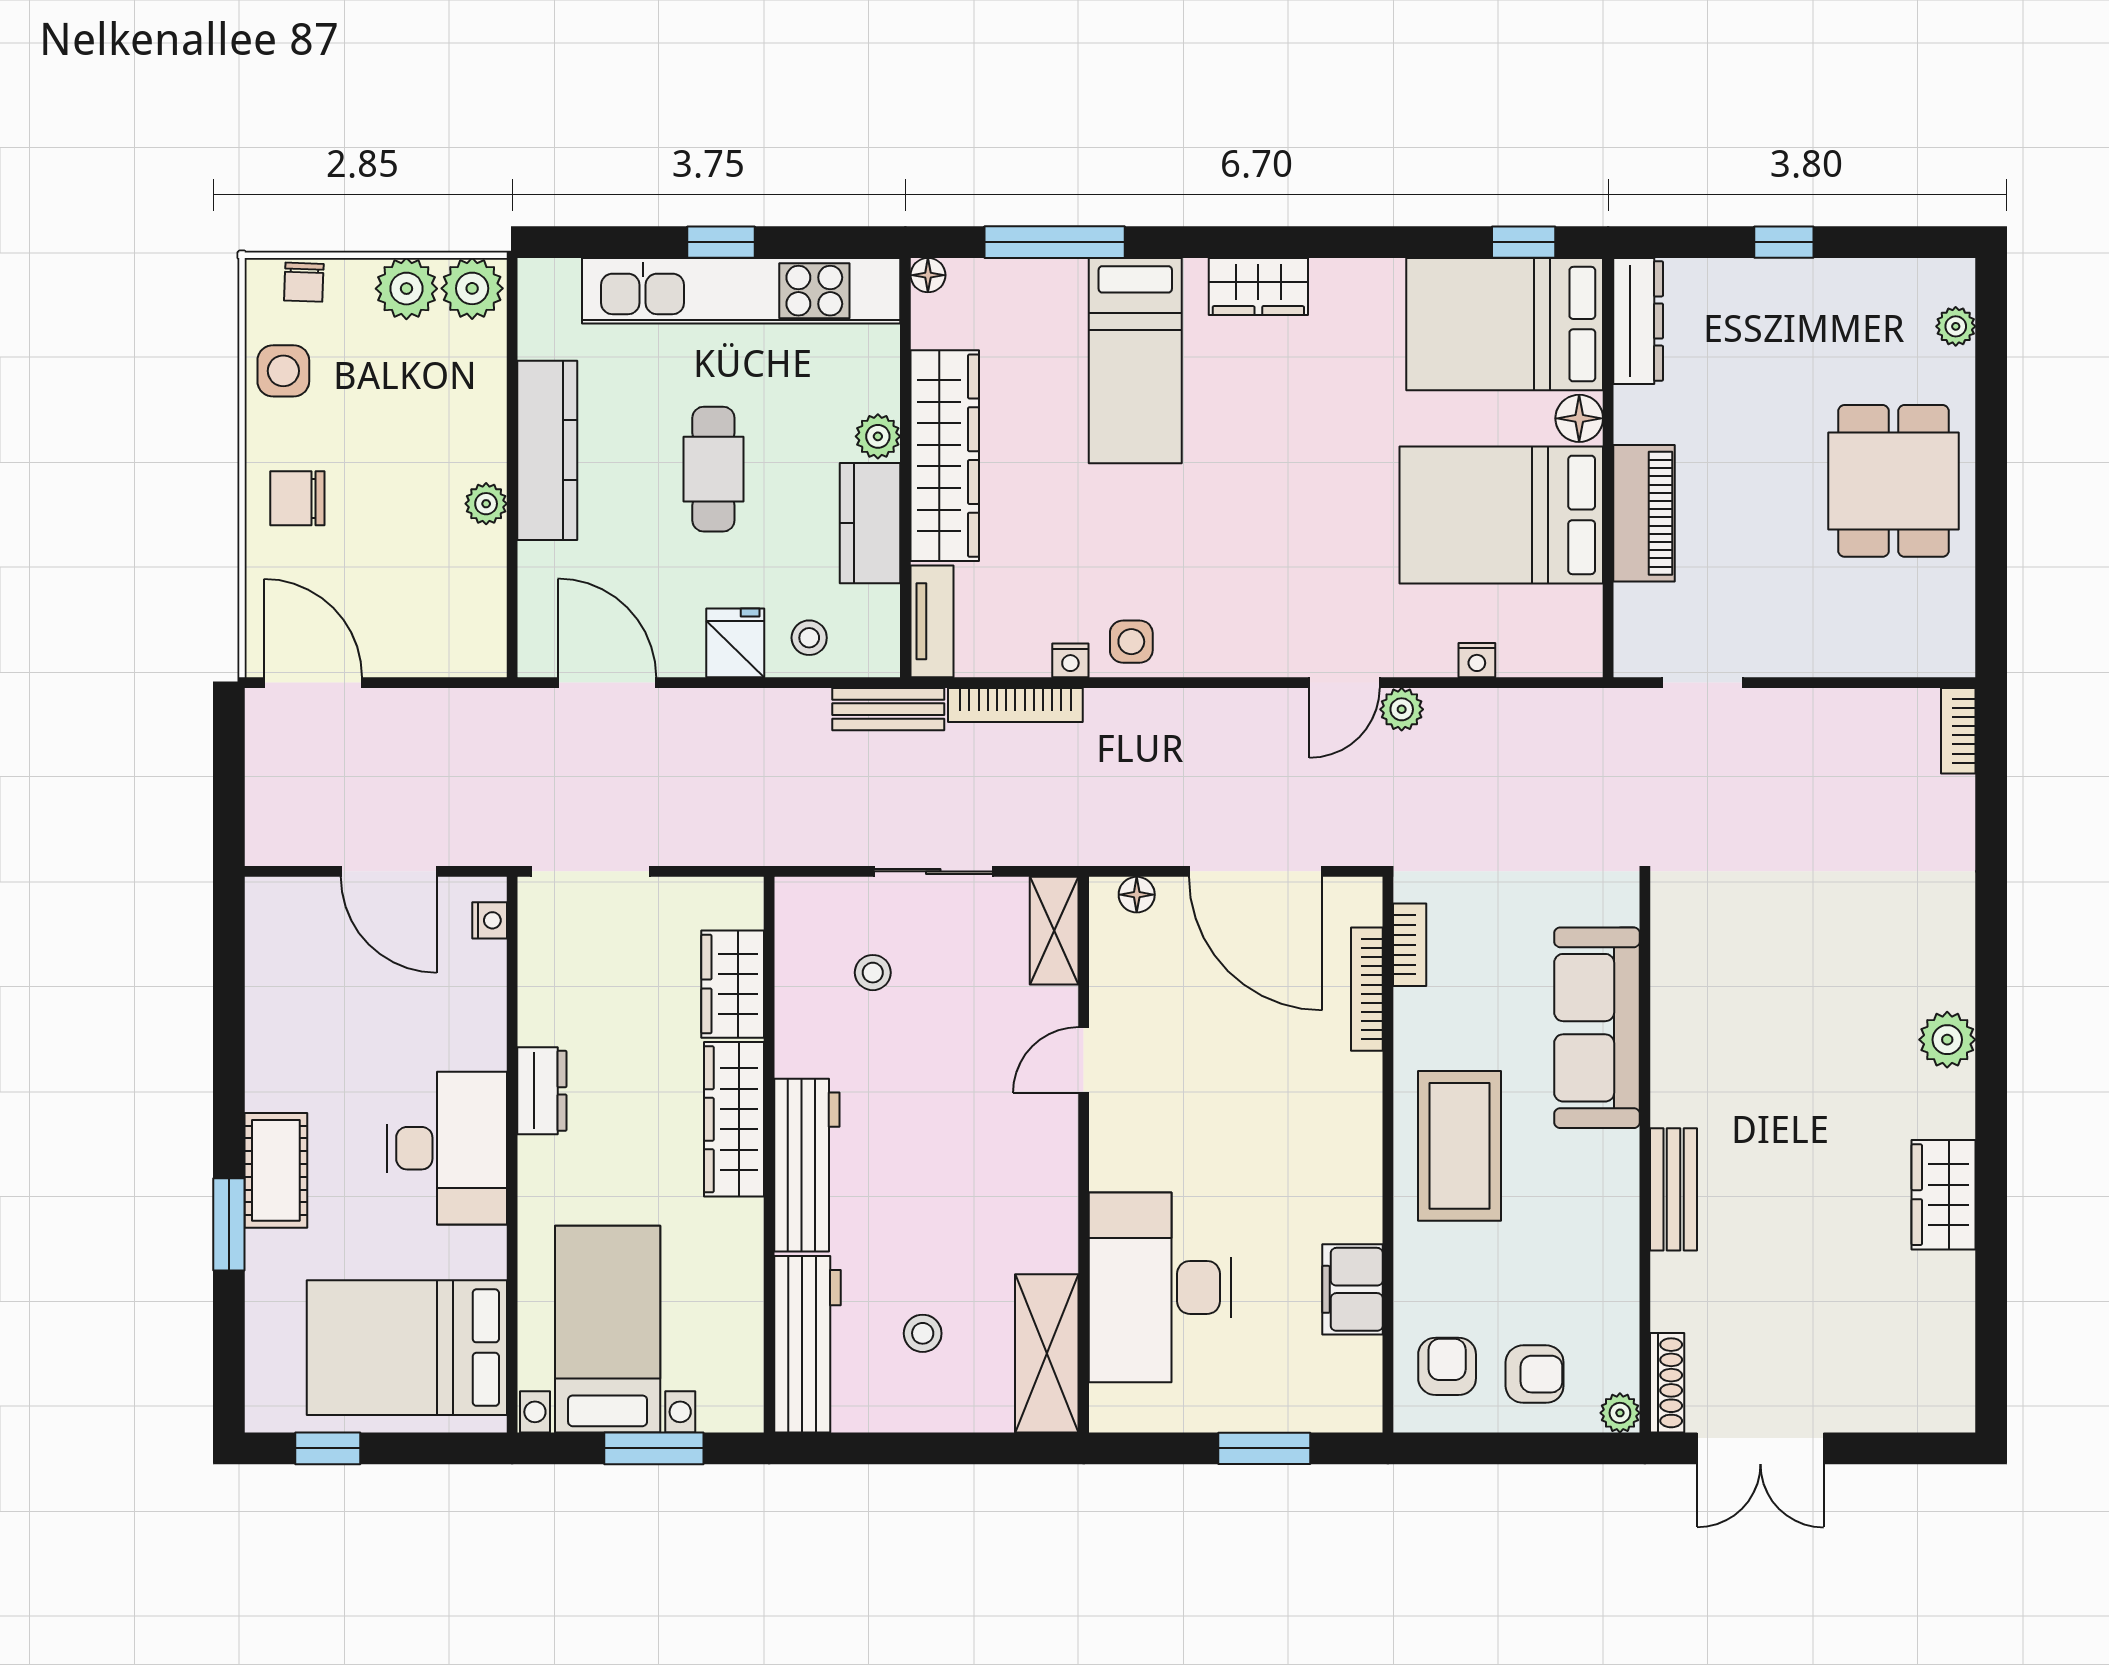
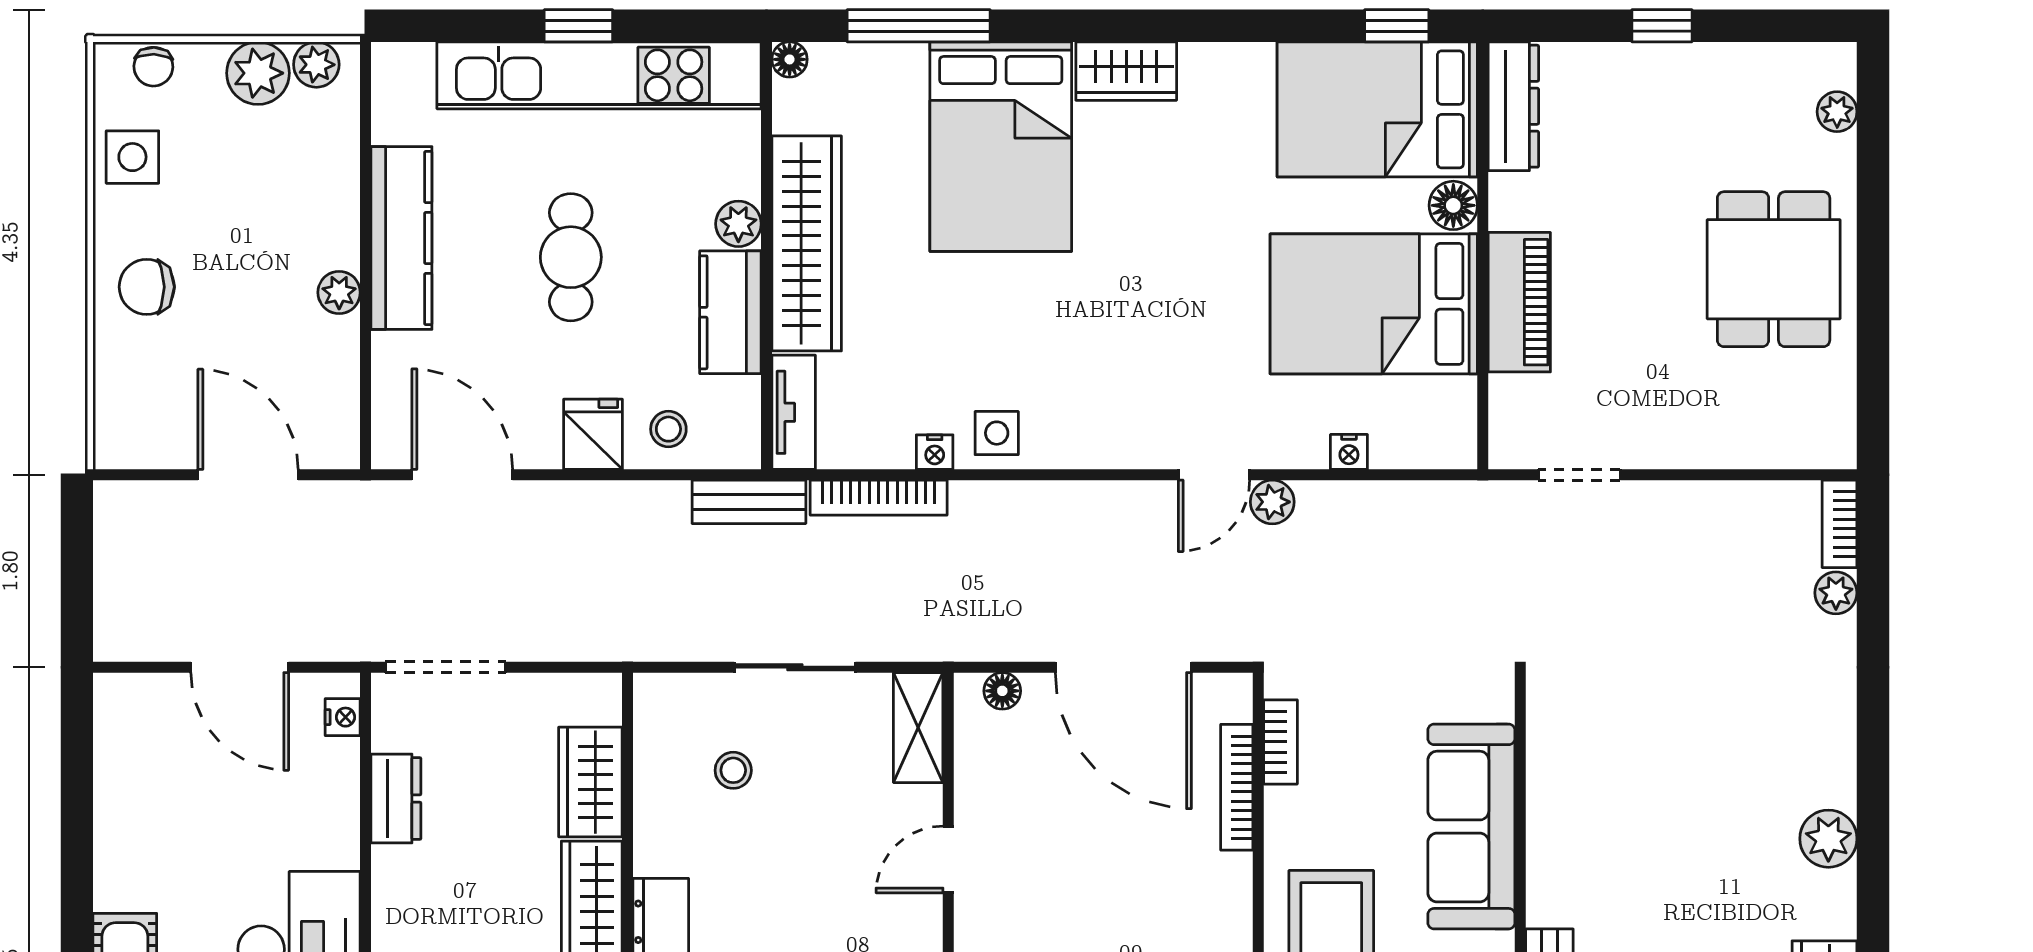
plant: (472, 288) -> (316, 65), width x0.73, depth x0.73
bed: (1135, 361) -> (1001, 147), width x1.50
door: (313, 683) -> (248, 475), moved
plant: (1955, 798) -> (1836, 593), added
dresser: (542, 1091) -> (396, 799), moved

